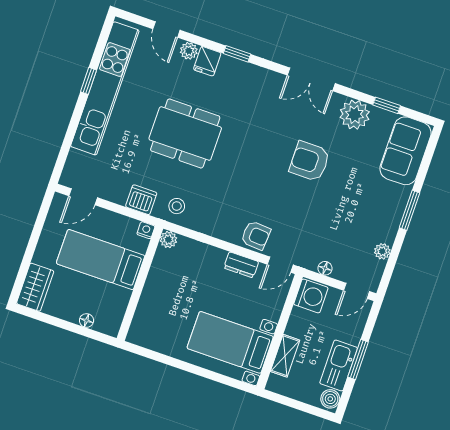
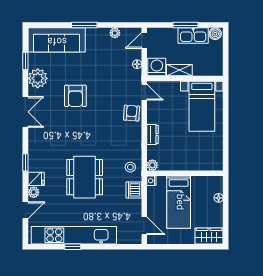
sofa: (406, 151) -> (57, 40), width x1.36
dresser: (241, 265) -> (153, 135), moved
door: (357, 291) -> (144, 40), swing flipped
shelving: (285, 356) -> (179, 70), moved

